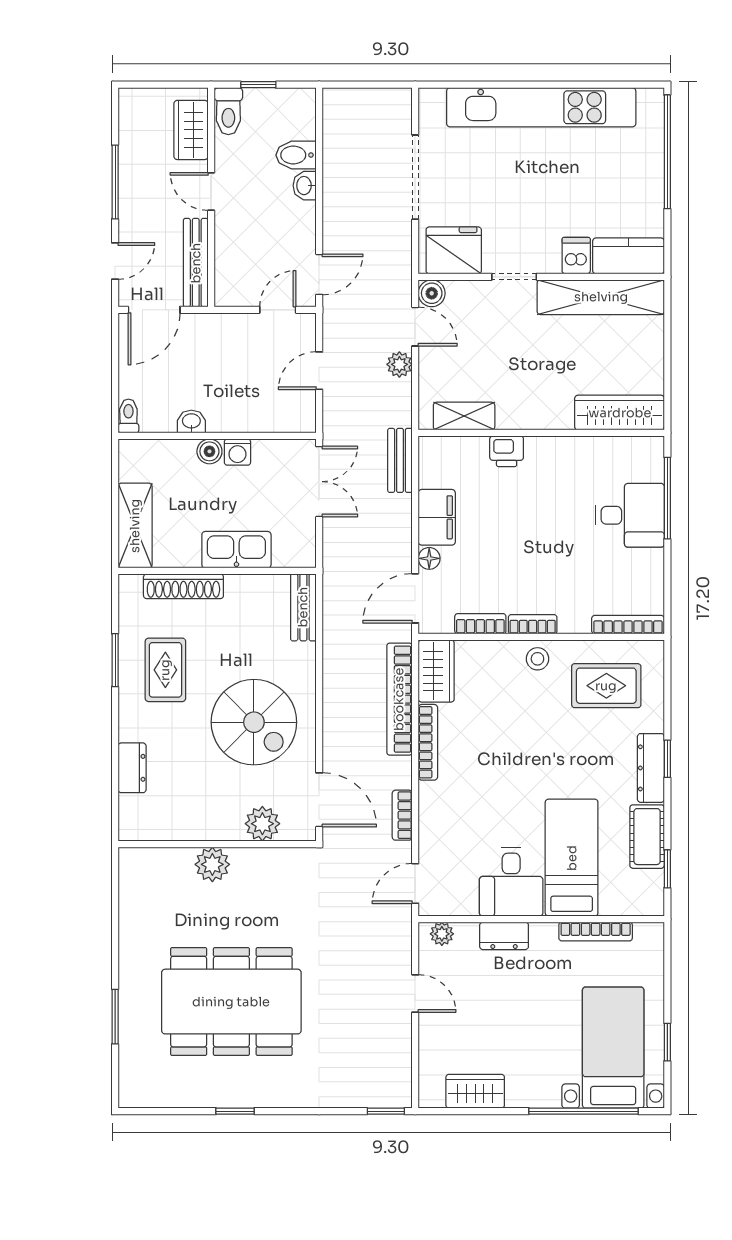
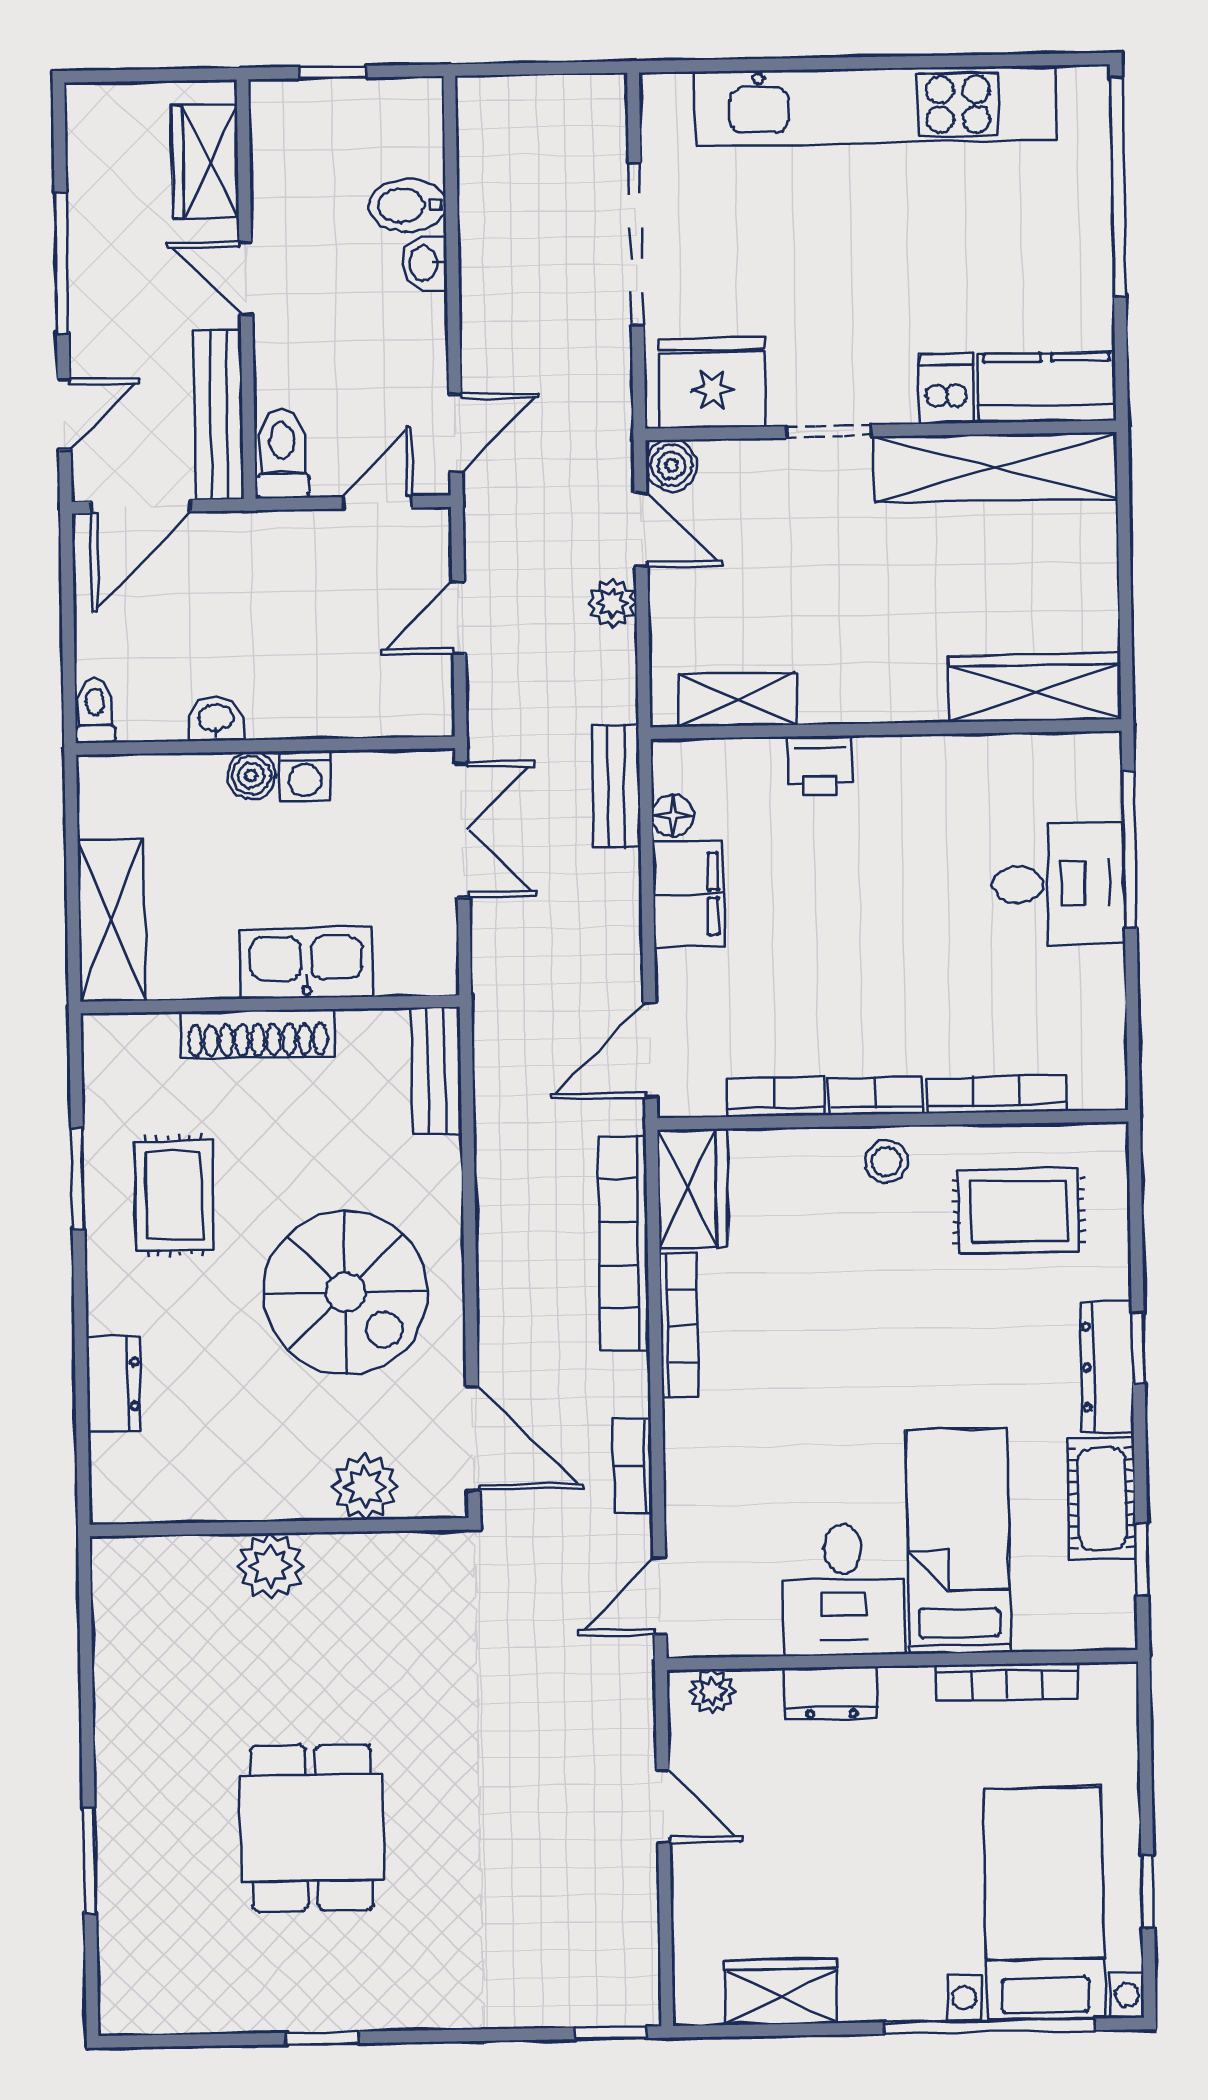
toilet: (228, 111) -> (282, 453), moved, turned 180
floor lamp: (429, 558) -> (673, 816), moved
shoe rack: (183, 586) -> (258, 1034), moved
bookcase: (628, 625) -> (997, 1094), moved
dining table: (231, 1002) -> (312, 1828), width x0.53, depth x0.80

